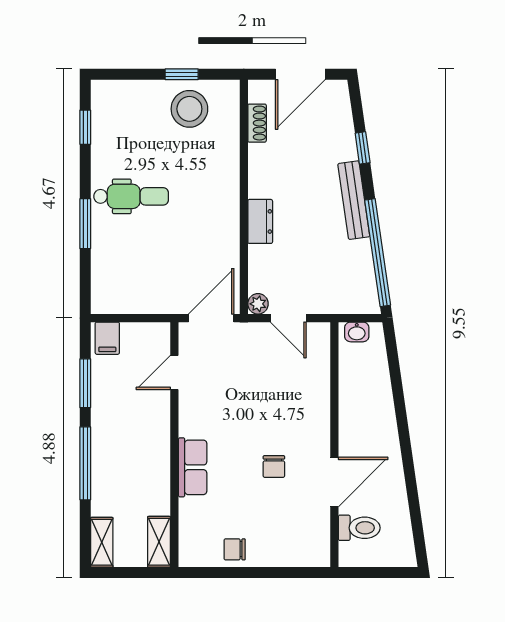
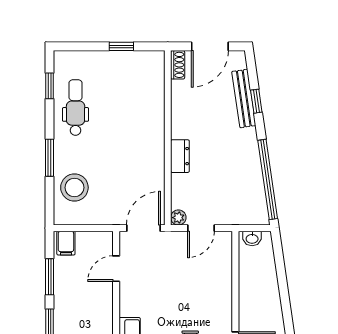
stool: (189, 109) -> (74, 188), moved
shoe rack: (257, 123) -> (178, 65), moved
dental chair: (131, 196) -> (76, 107), moved, turned -90
bench: (354, 200) -> (244, 98), moved
door: (288, 318) -> (201, 228), hinge flipped

